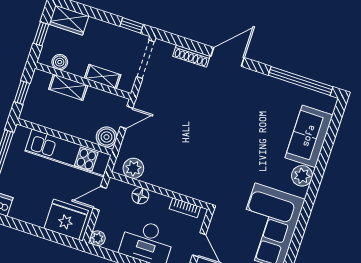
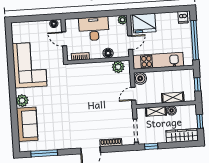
wardrobe: (69, 20) -> (182, 136), width x1.50
boiler: (60, 62) -> (172, 110), moved
window: (301, 81) -> (44, 153), width x0.68

